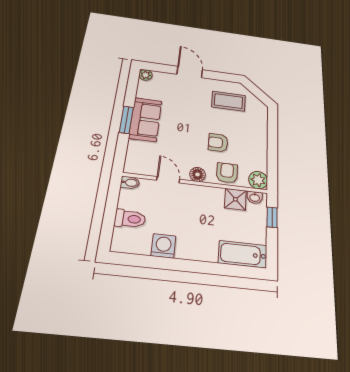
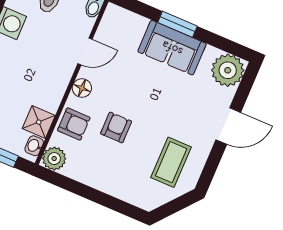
plant: (146, 75) -> (228, 70), width x1.88, depth x1.88

